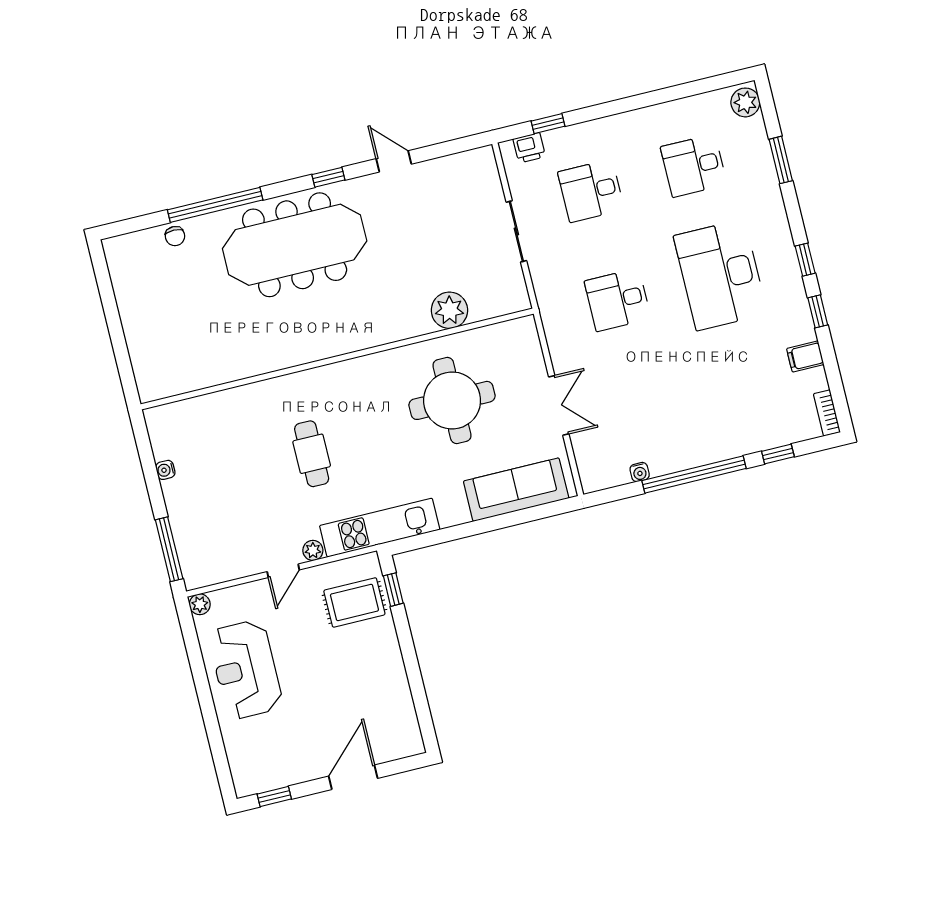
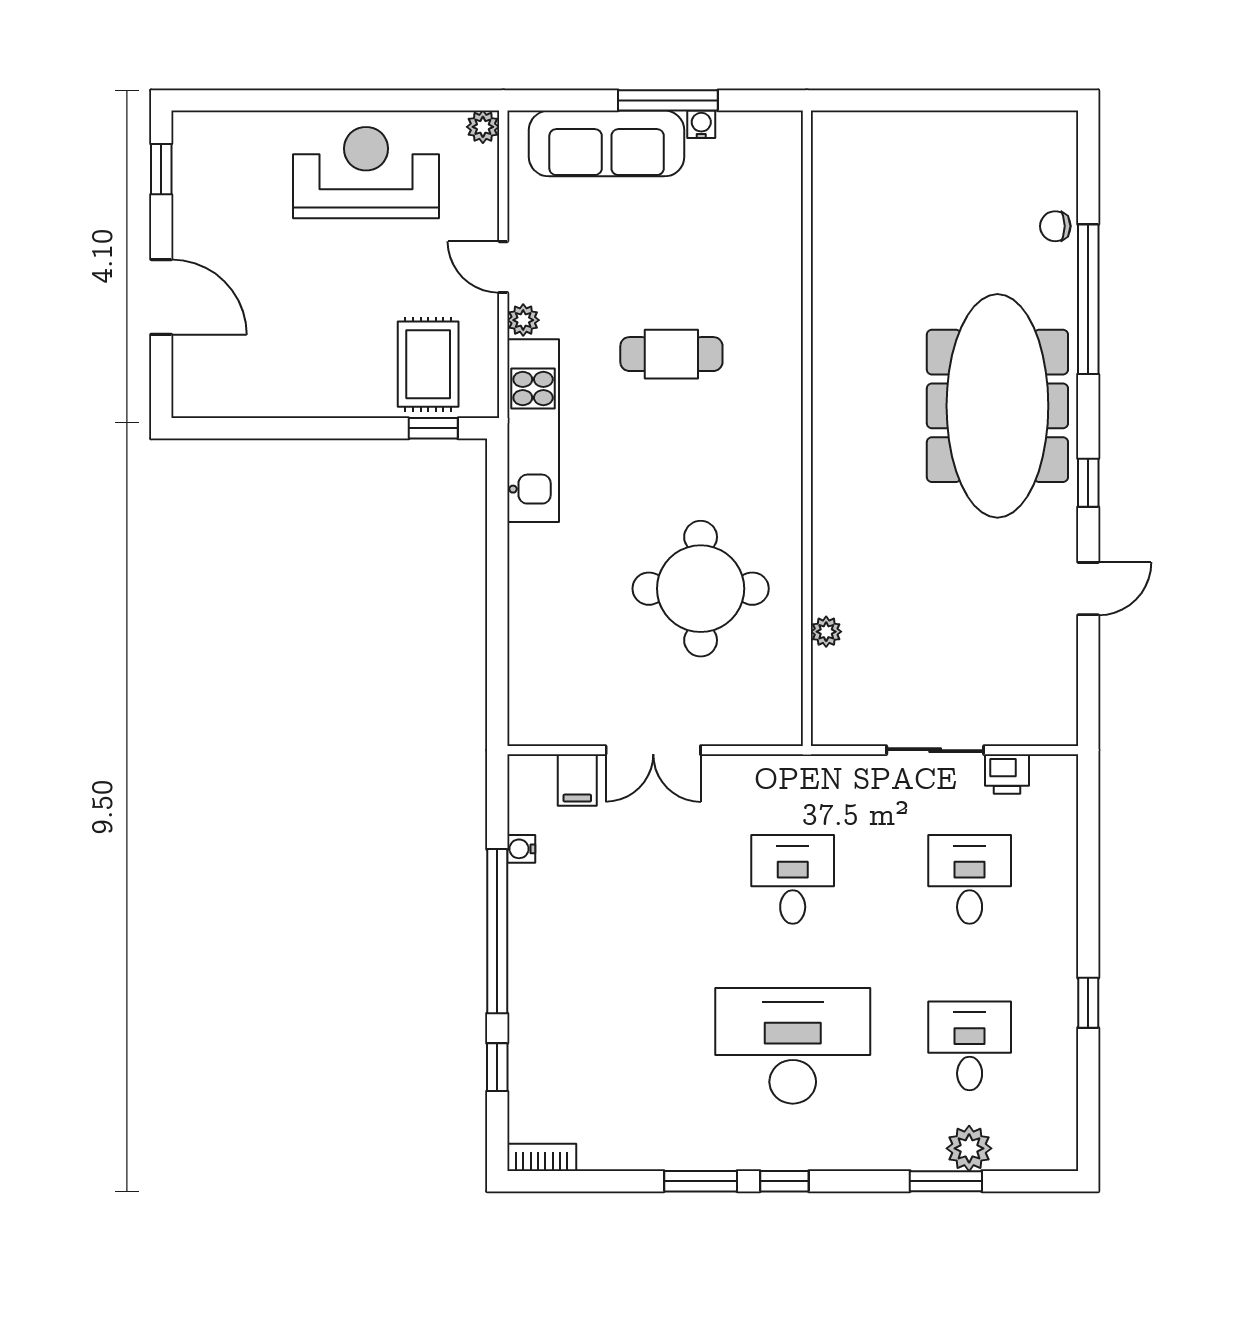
plant: (745, 102) -> (969, 1148), moved
window: (548, 124) -> (1088, 1003), moved
printer: (529, 148) -> (1007, 774), moved, turned -90
plant: (449, 310) -> (826, 632), width x0.53, depth x0.53
window: (818, 311) -> (701, 1181), width x1.50
filing cabinet: (805, 356) -> (577, 780), moved, turned 180
sofa: (516, 490) -> (607, 143), moved, turned 90
window: (169, 549) -> (668, 100), moved

